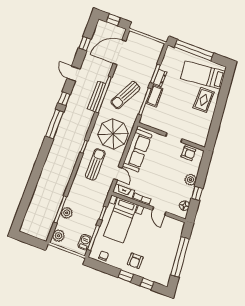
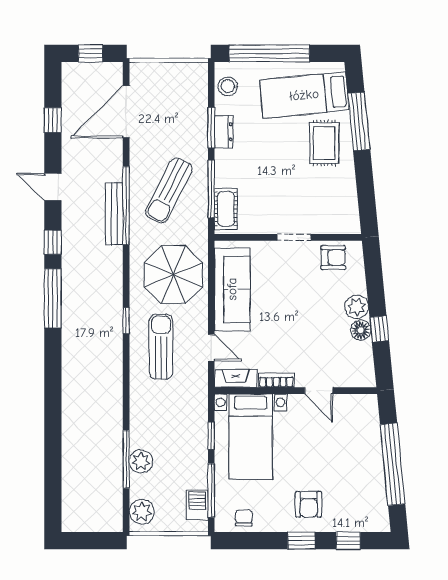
stool: (170, 58) -> (228, 86), added
cot: (154, 96) -> (226, 209), moved
window: (223, 96) -> (359, 121), added
floor lamp: (184, 206) -> (361, 330), moved

